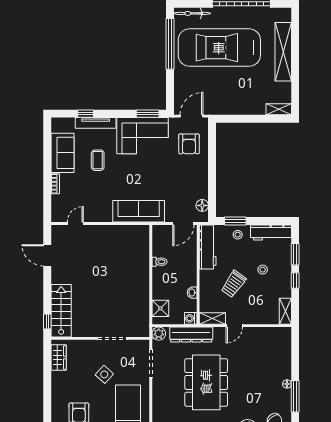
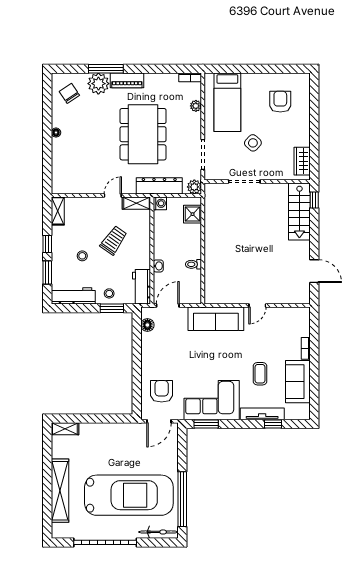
door: (75, 223) -> (257, 306), moved
workbench: (208, 247) -> (142, 287), width x0.73
washbasin: (192, 293) -> (158, 266), moved
window: (295, 396) -> (47, 119), removed
plant: (157, 409) -> (196, 106), added

